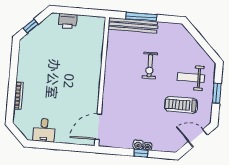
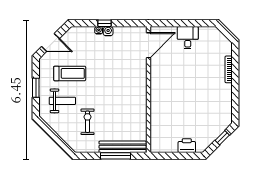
exercise bike: (150, 66) -> (88, 122), moved
desk: (44, 130) -> (188, 38), moved

